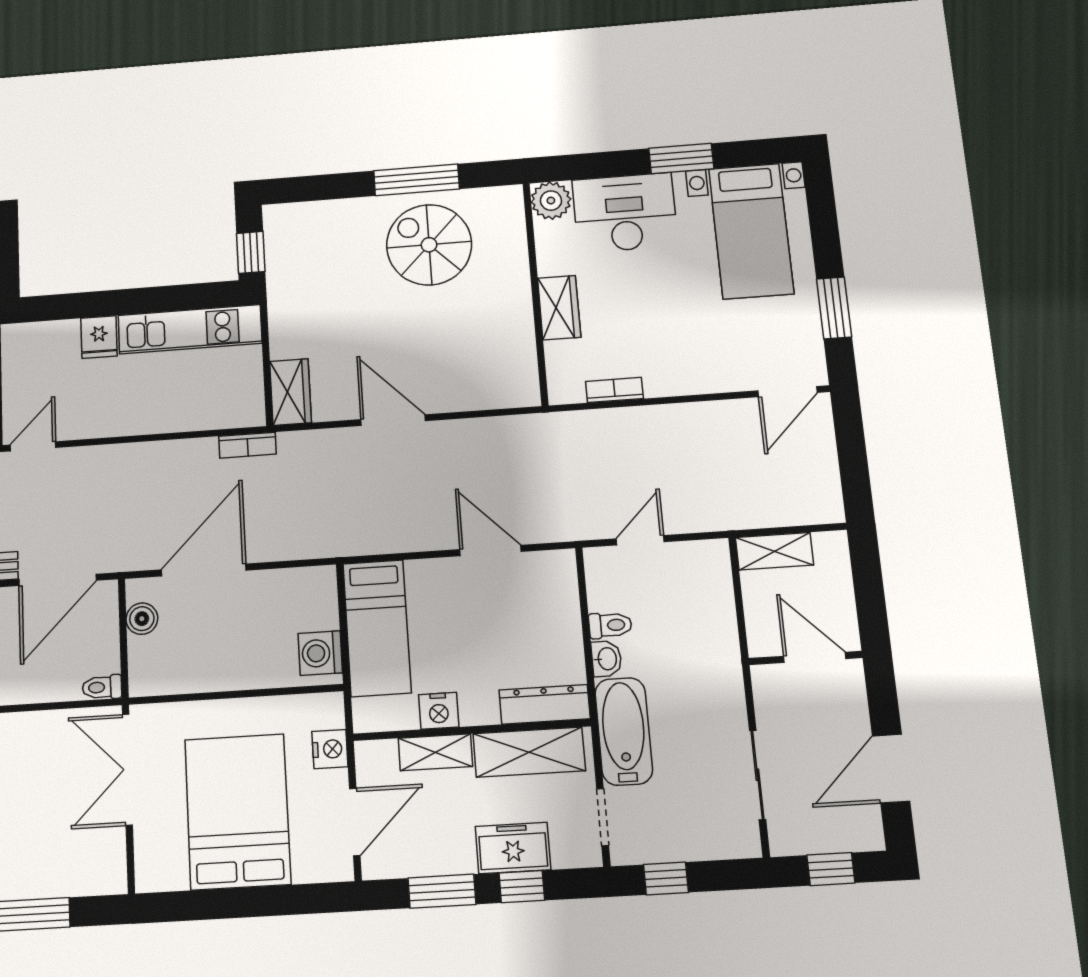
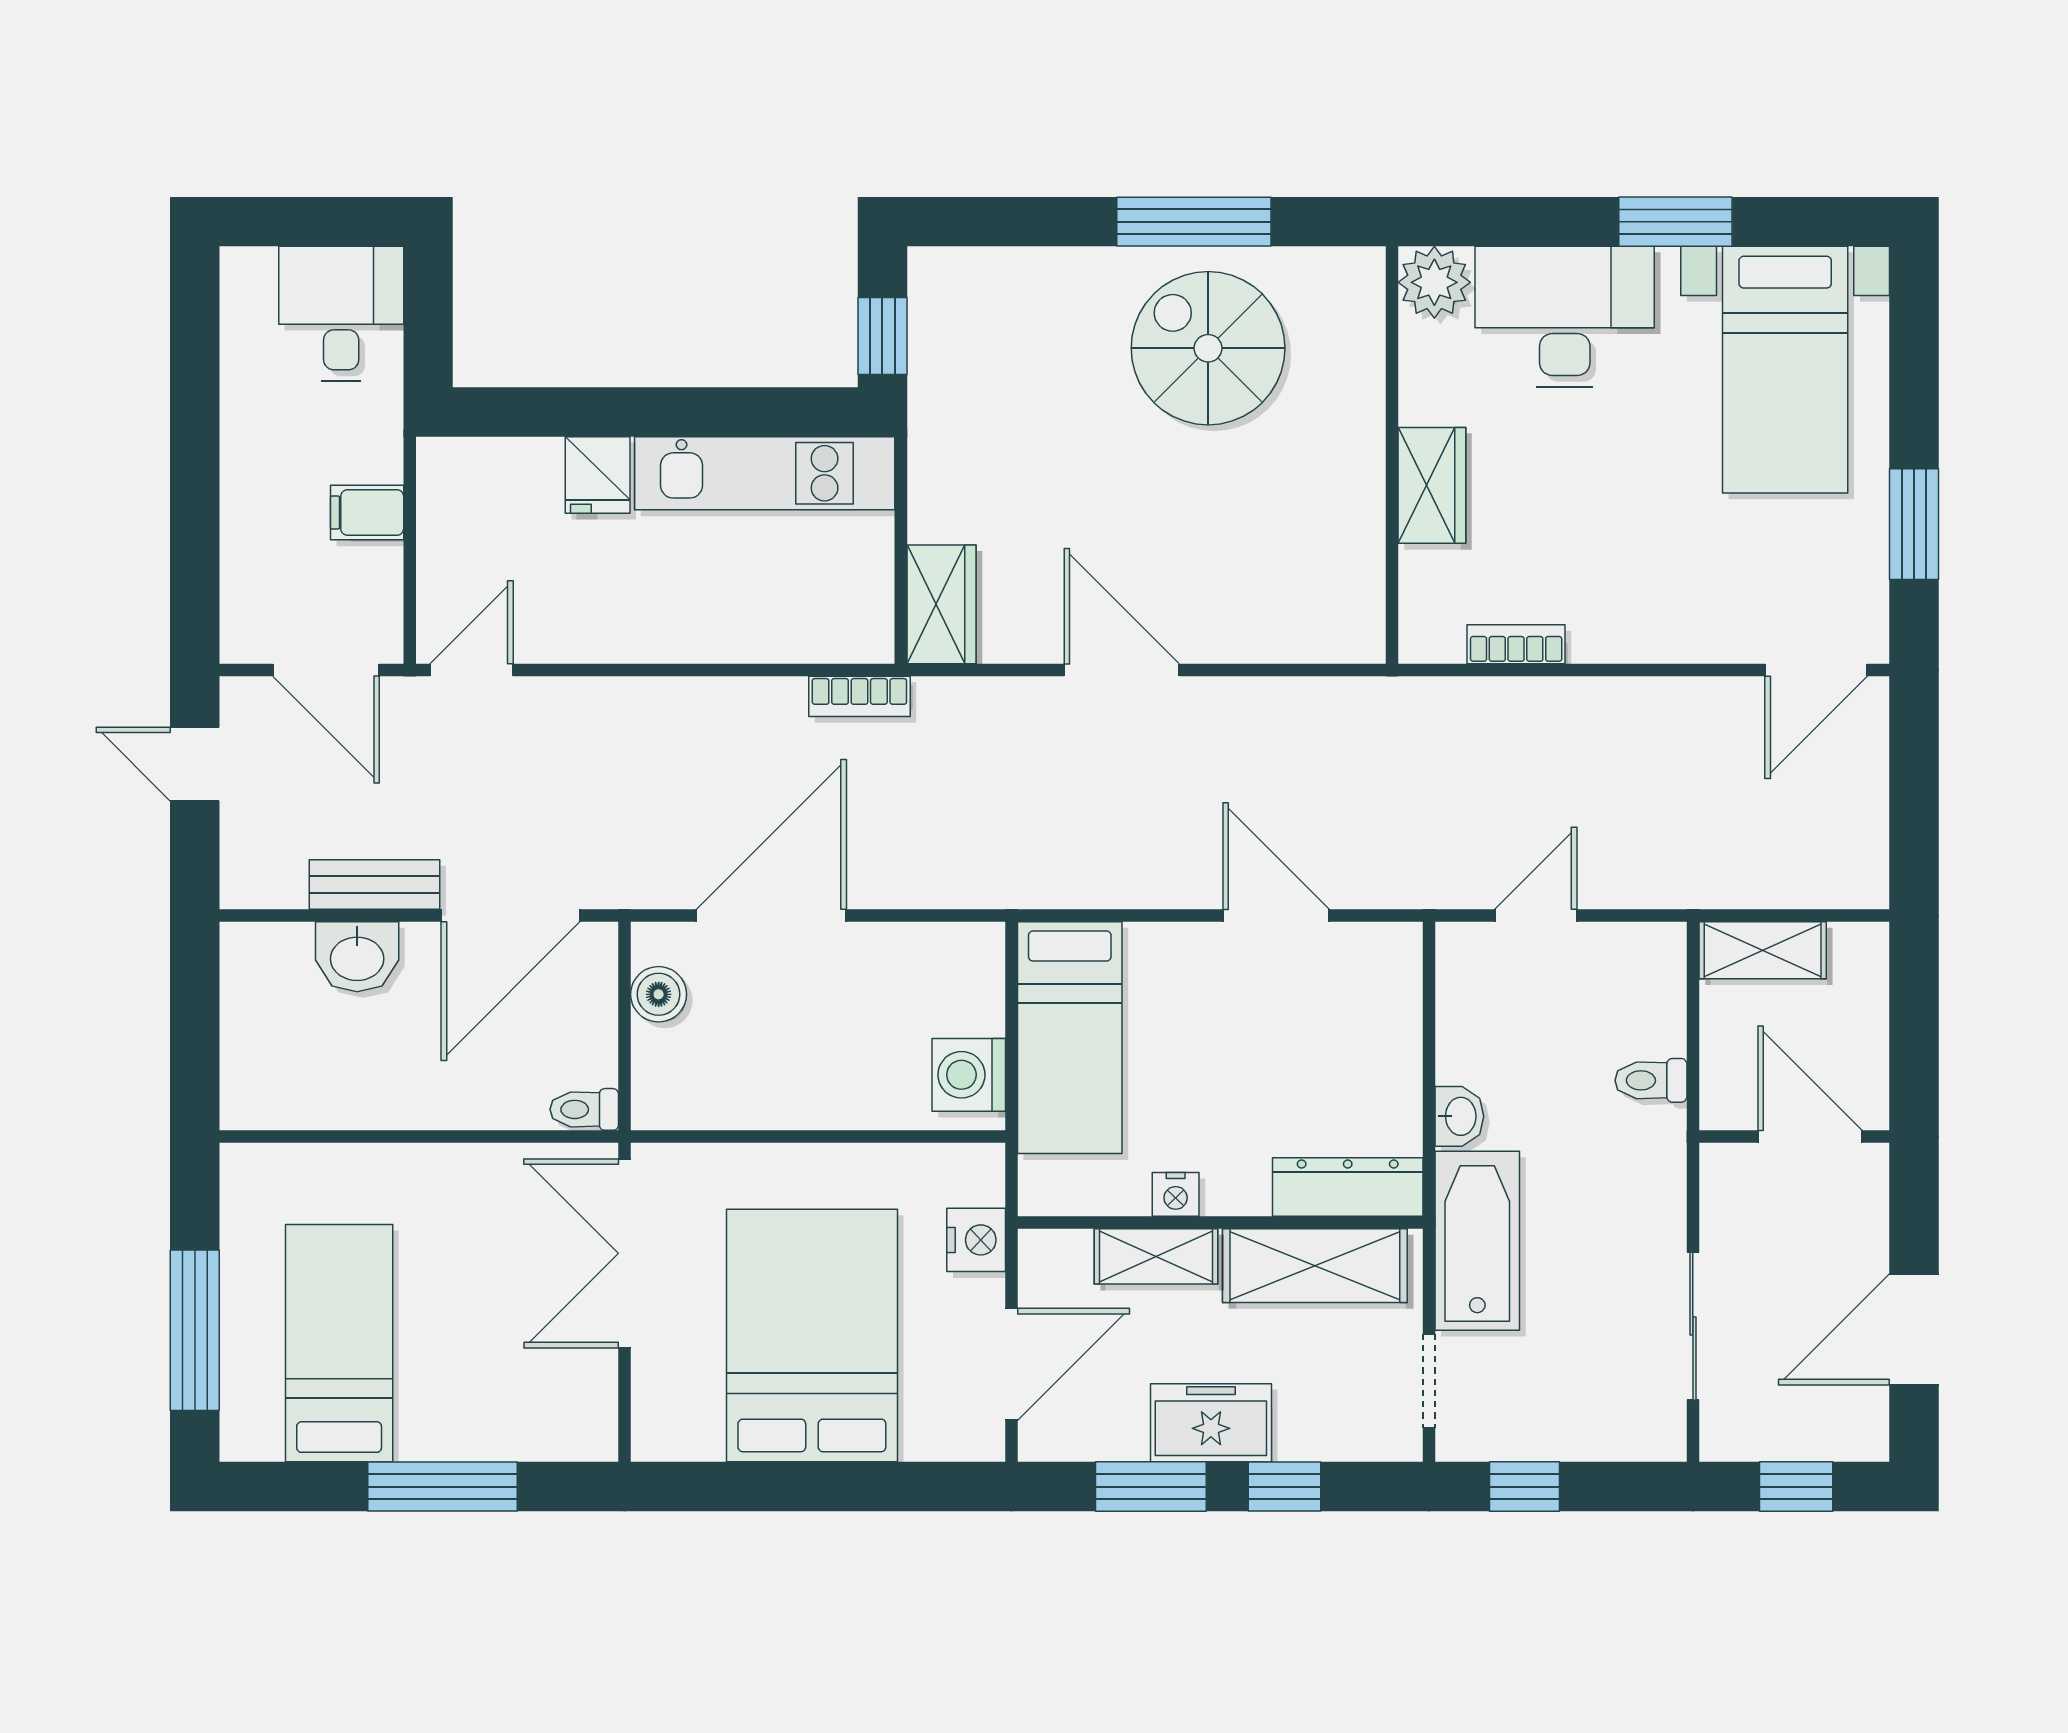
toilet: (610, 625) -> (1651, 1080), moved, turned 180
nightstand: (439, 711) -> (1176, 1194), width x0.72, depth x0.74
freezer: (513, 848) -> (1211, 1423), moved

